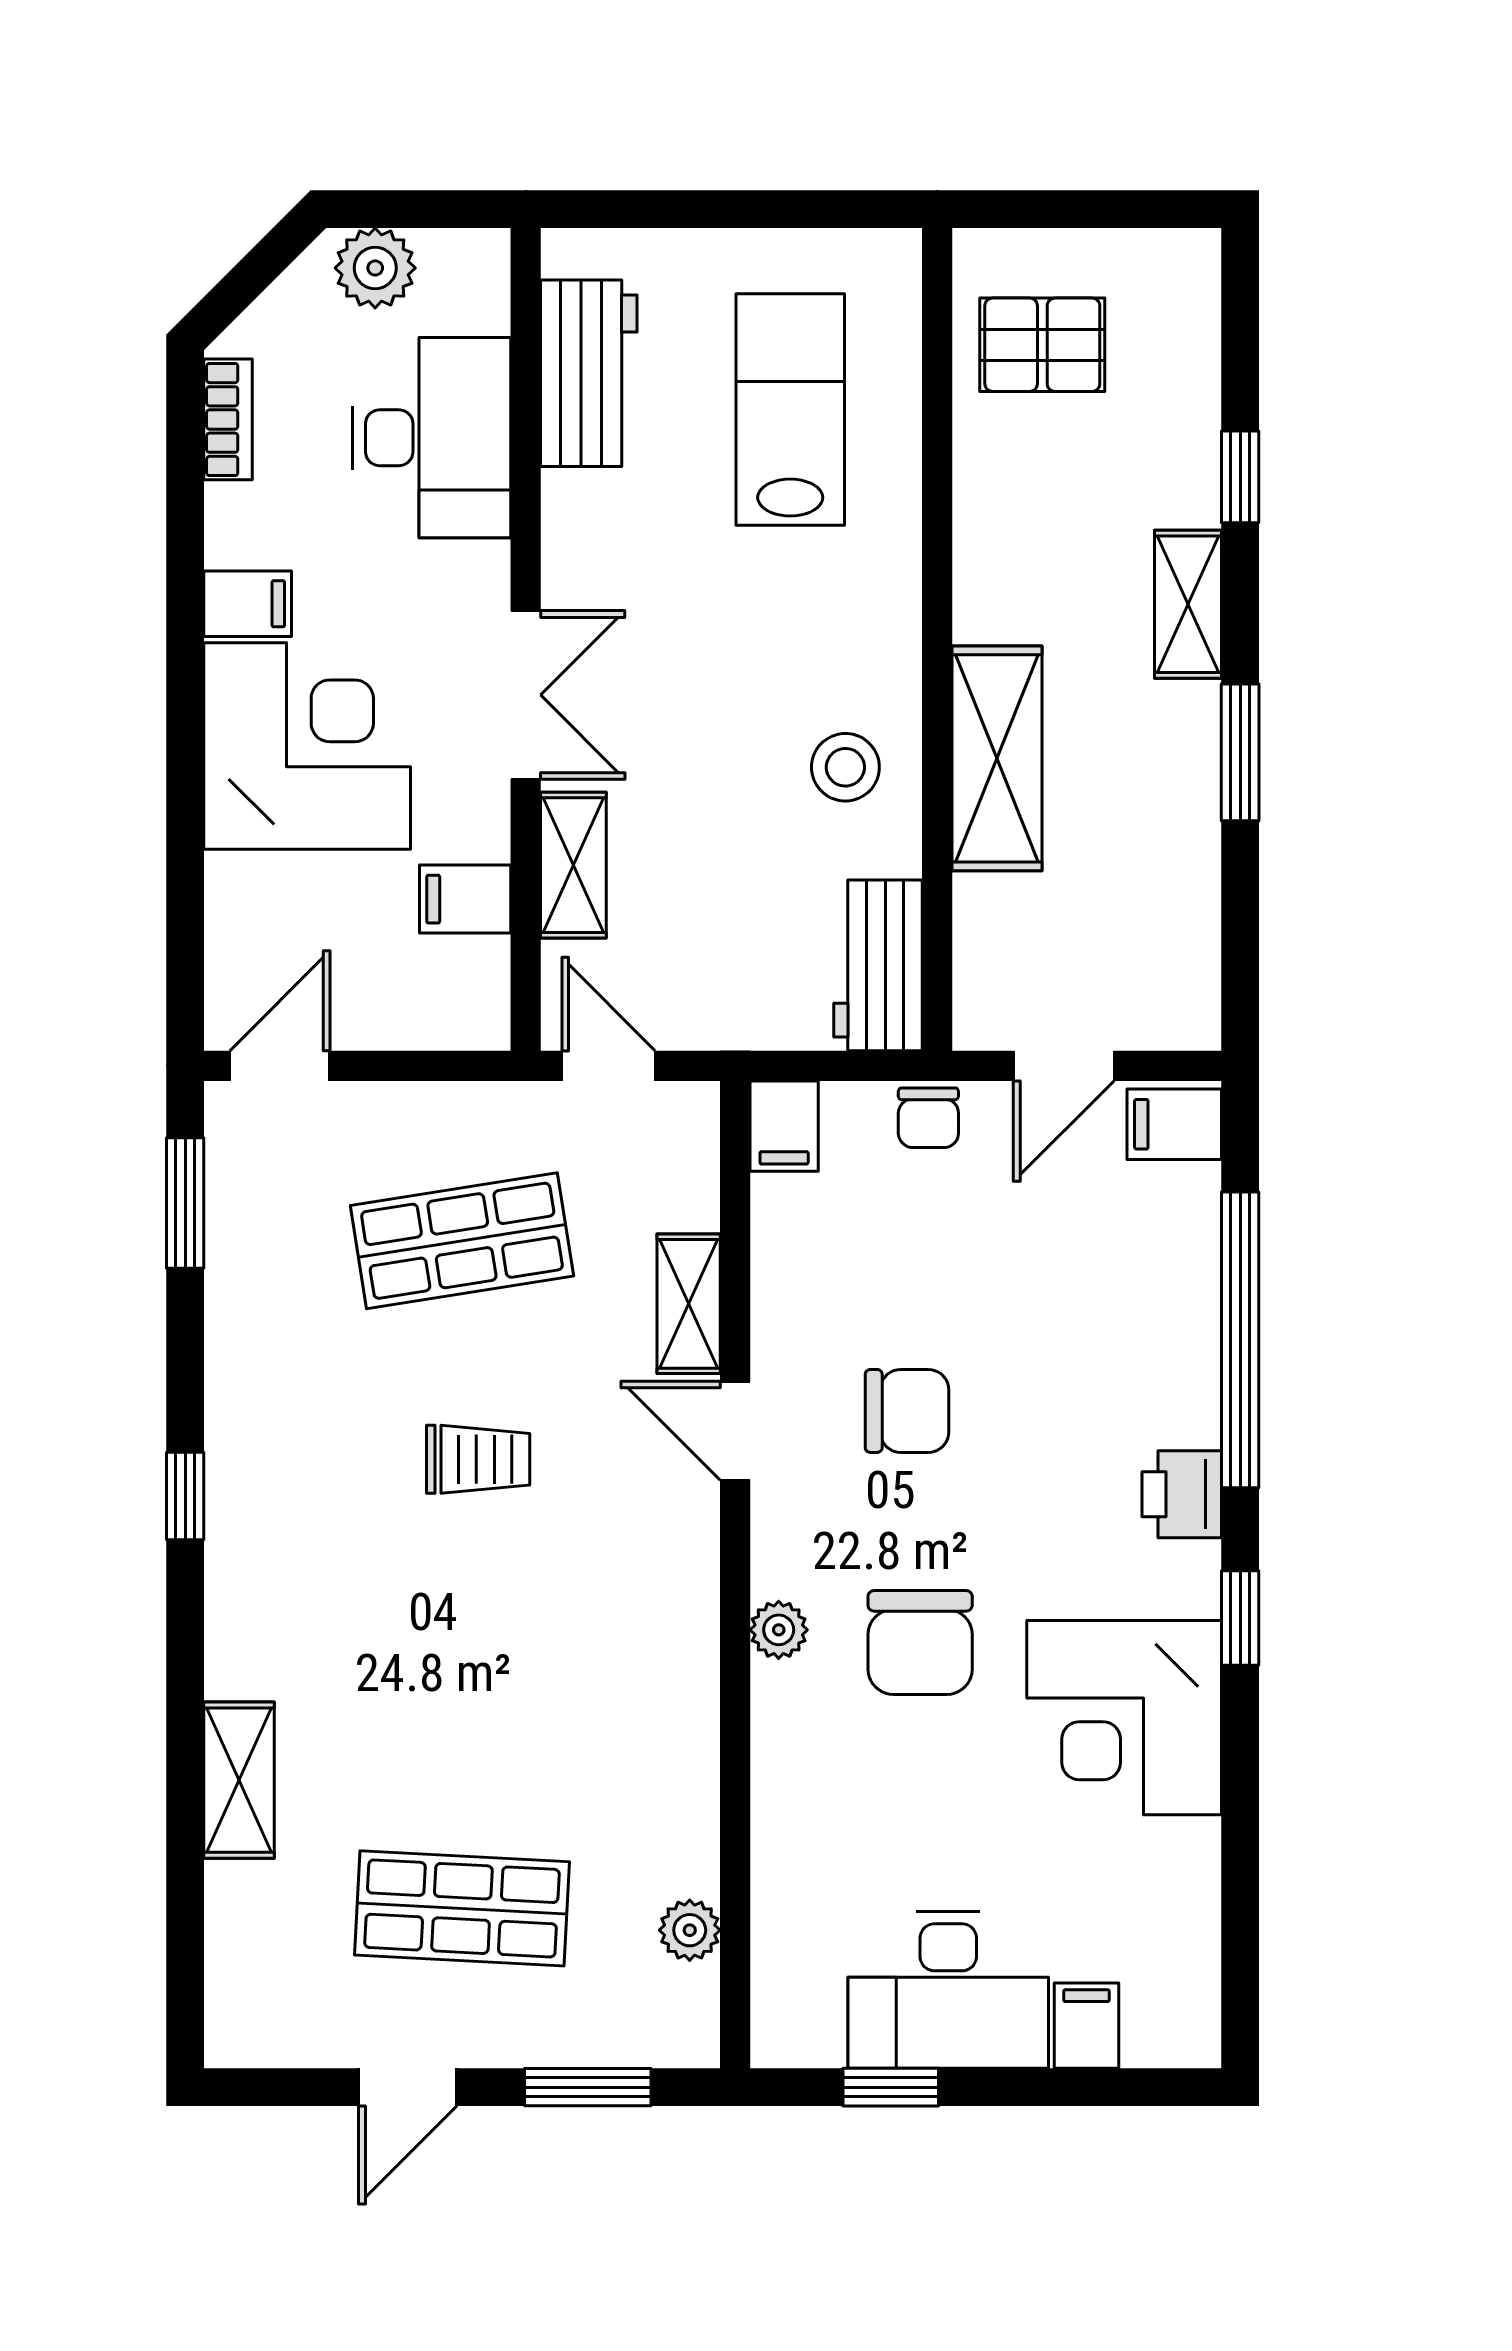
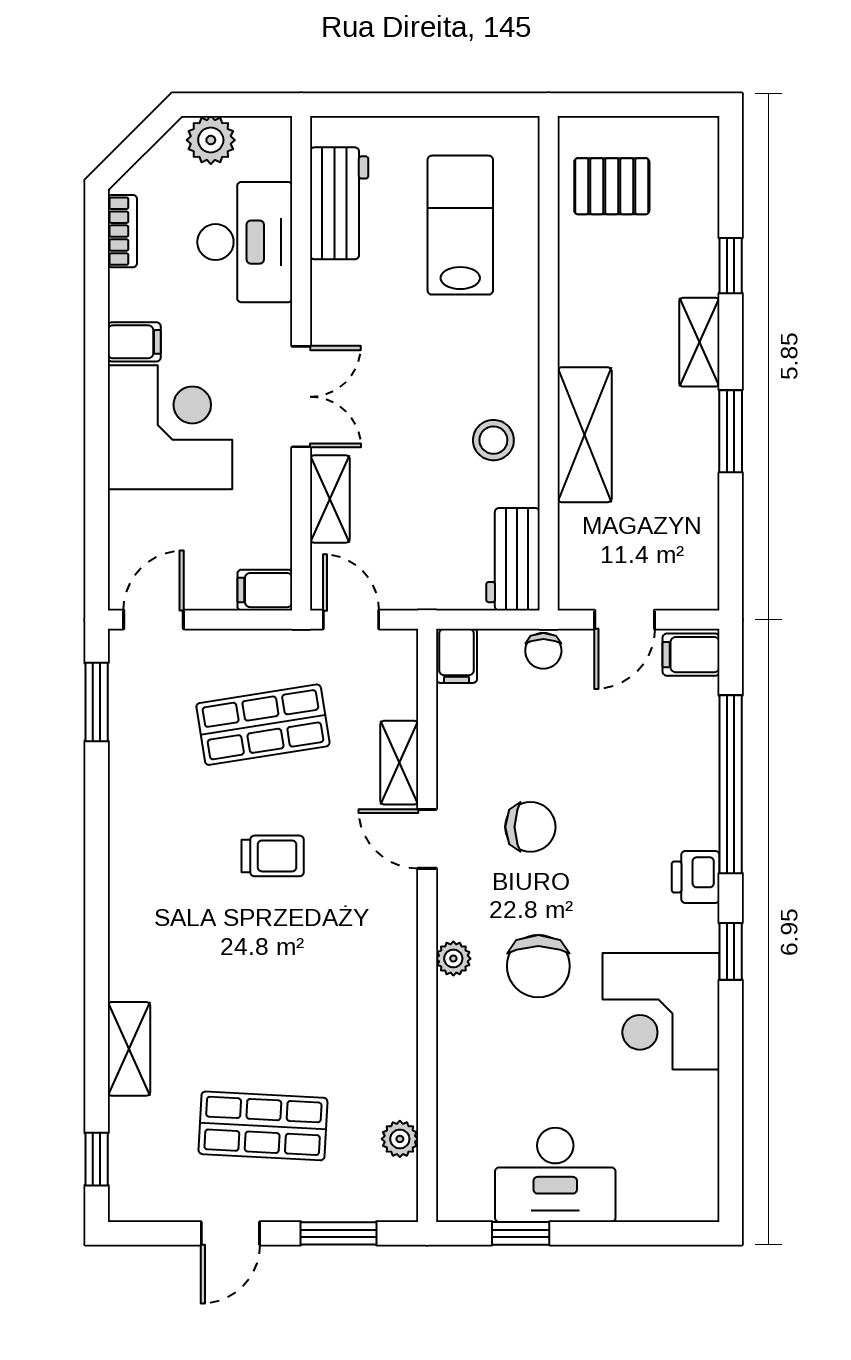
filing cabinet: (465, 899) -> (265, 590), moved
window: (185, 1496) -> (97, 1159), moved
filing cabinet: (1086, 2026) -> (638, 1196), removed

